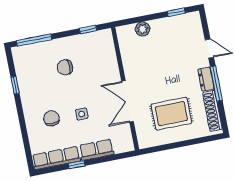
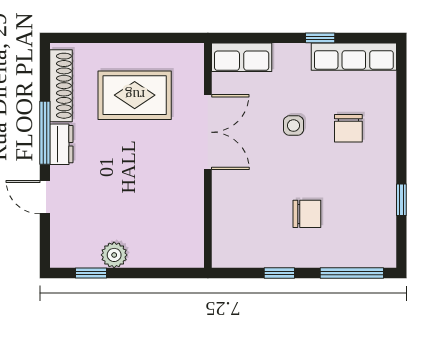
window: (88, 29) -> (279, 273), moved
plant: (143, 29) -> (114, 255), moved
row of seats: (97, 150) -> (242, 57), moved

